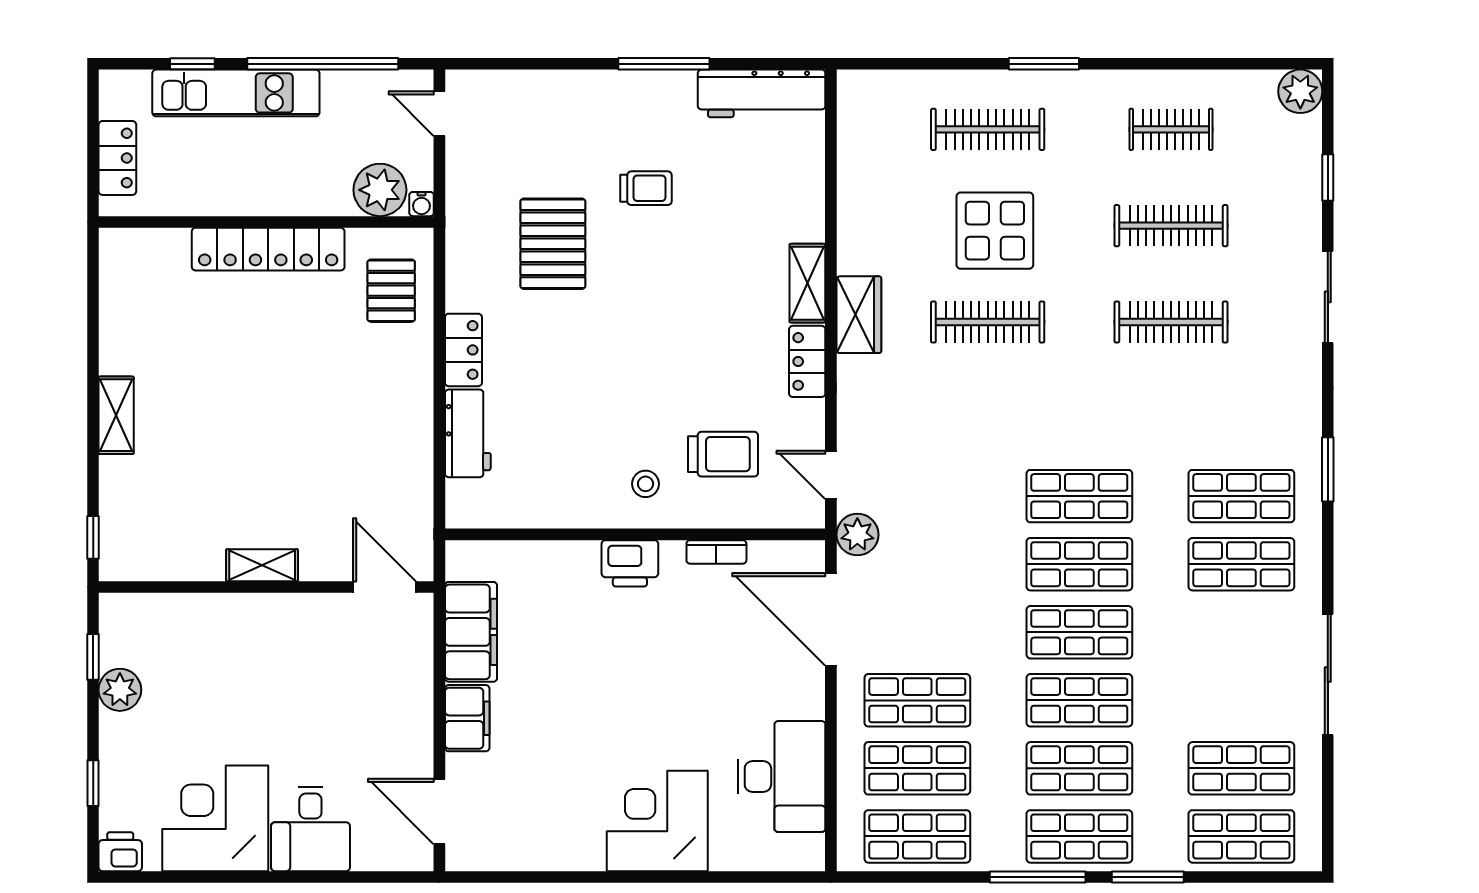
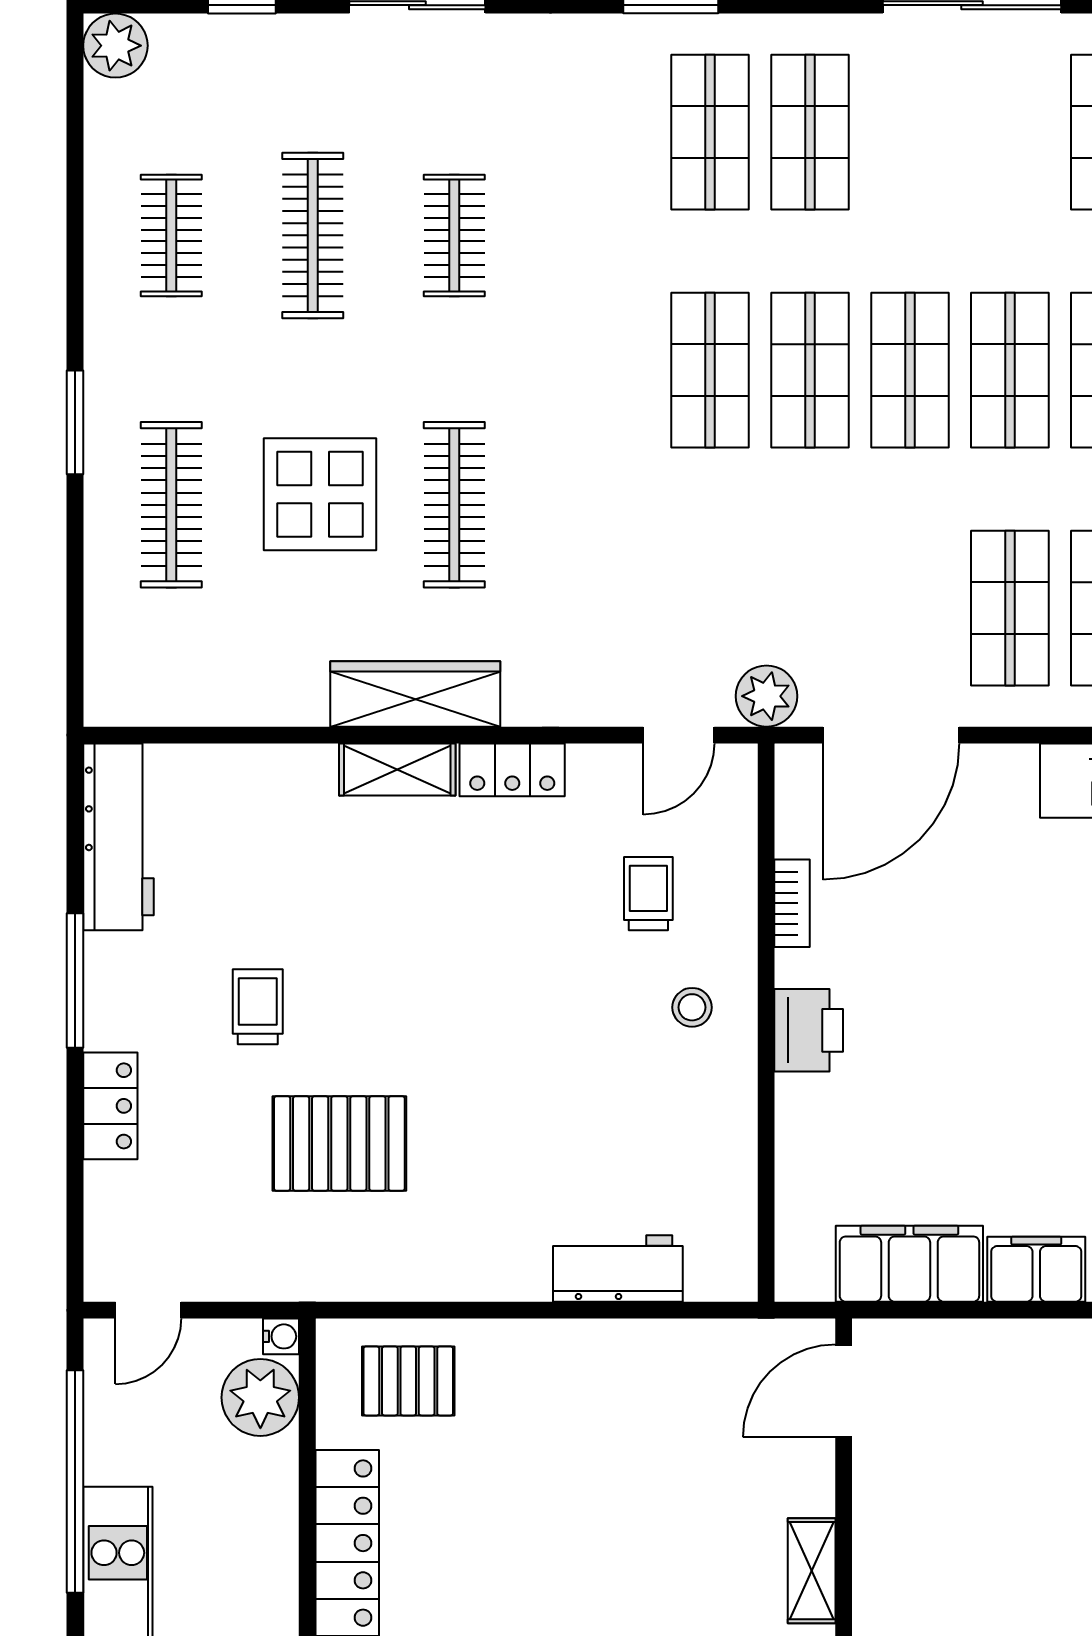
wardrobe: (859, 315) -> (415, 694), width x1.50
clothes rail: (1171, 322) -> (454, 235), width x0.73
locker: (463, 350) -> (110, 1106), moved, turned 90
trolley: (723, 454) -> (648, 894), width x0.73, depth x0.72

